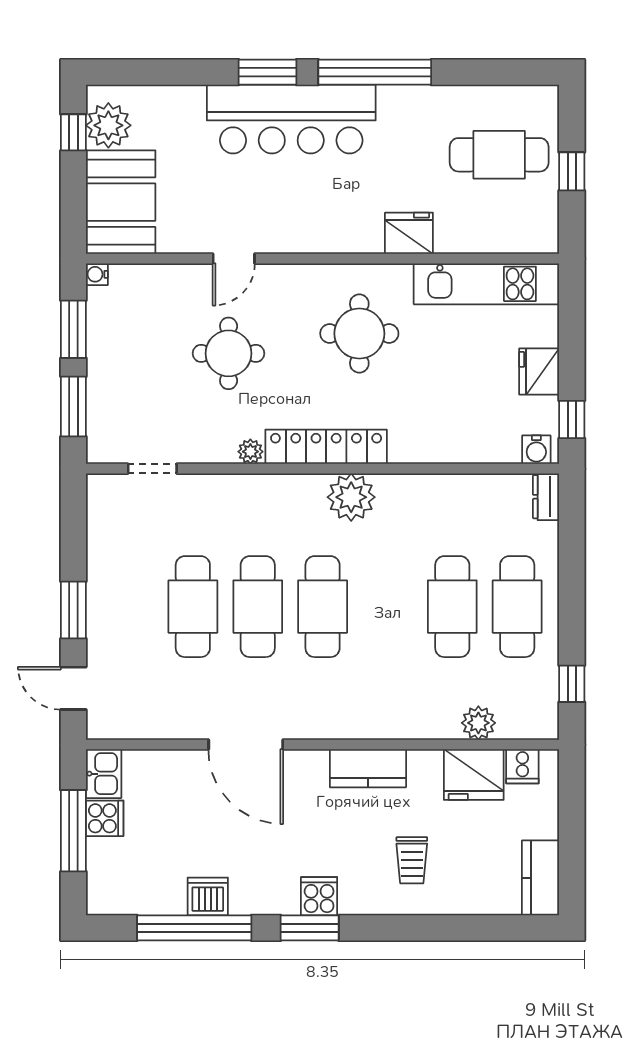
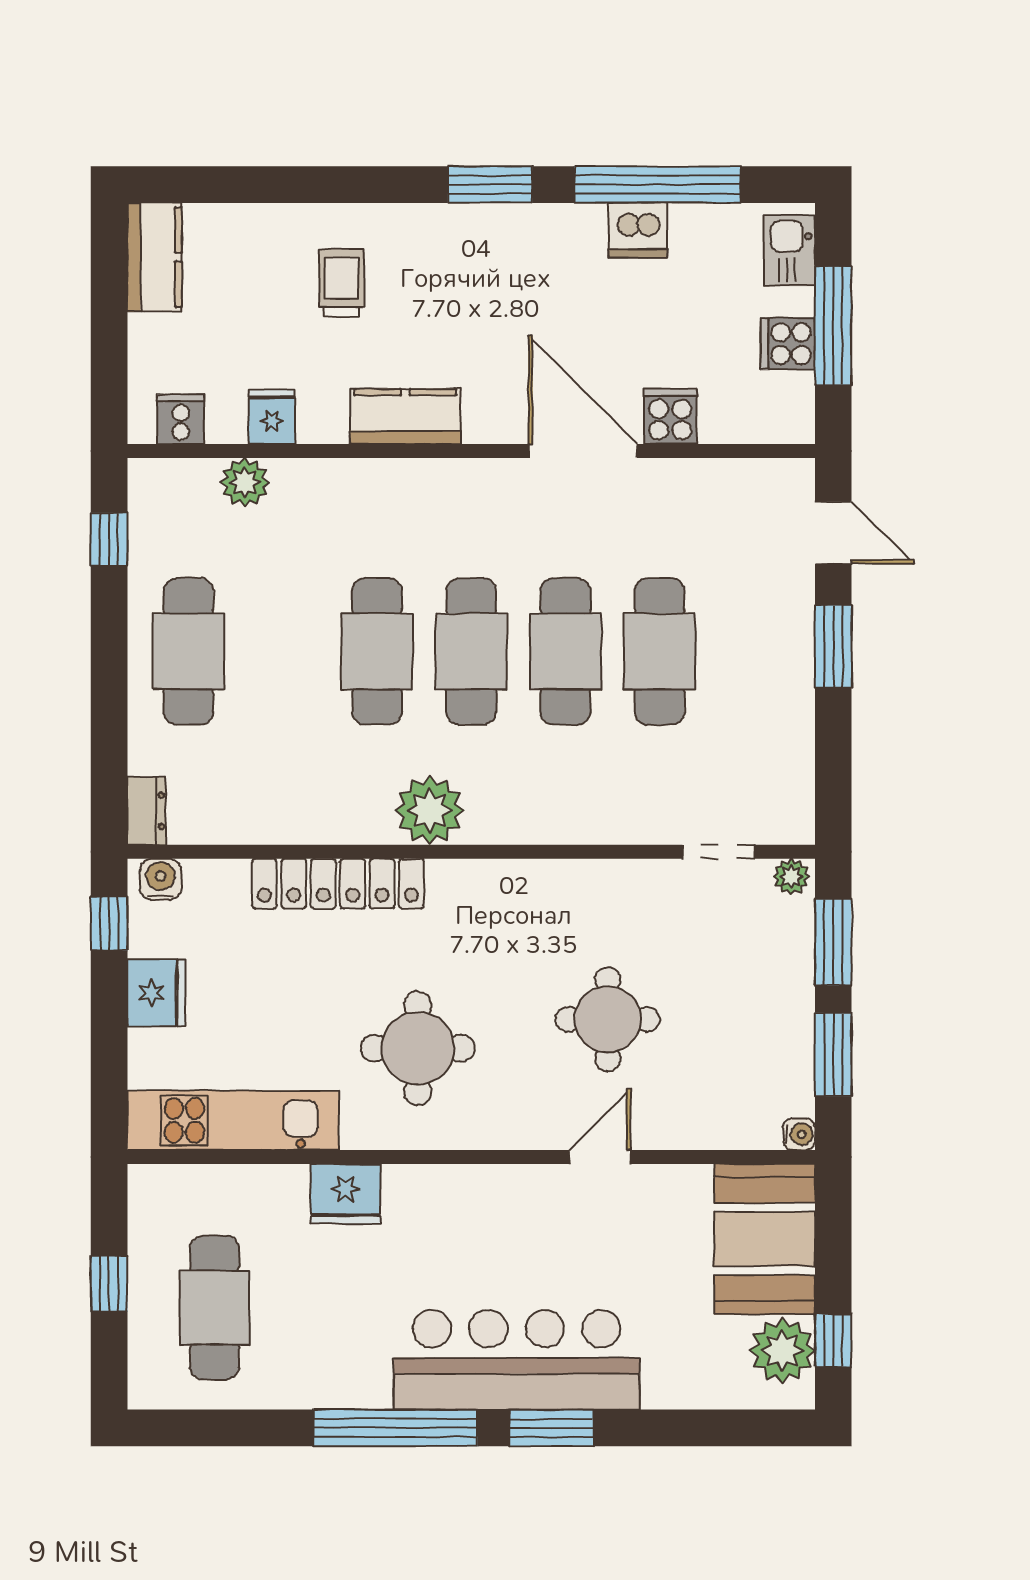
cafe table: (499, 155) -> (215, 1308), turned 90
locker: (326, 447) -> (338, 884), moved
plant: (250, 452) -> (791, 877), moved
cafe table: (452, 607) -> (377, 651), moved
kitchen sink: (104, 774) -> (789, 251), moved
fridge: (474, 775) -> (272, 417), width x0.53, depth x0.75
cooker: (319, 896) -> (670, 416), moved, turned 180

